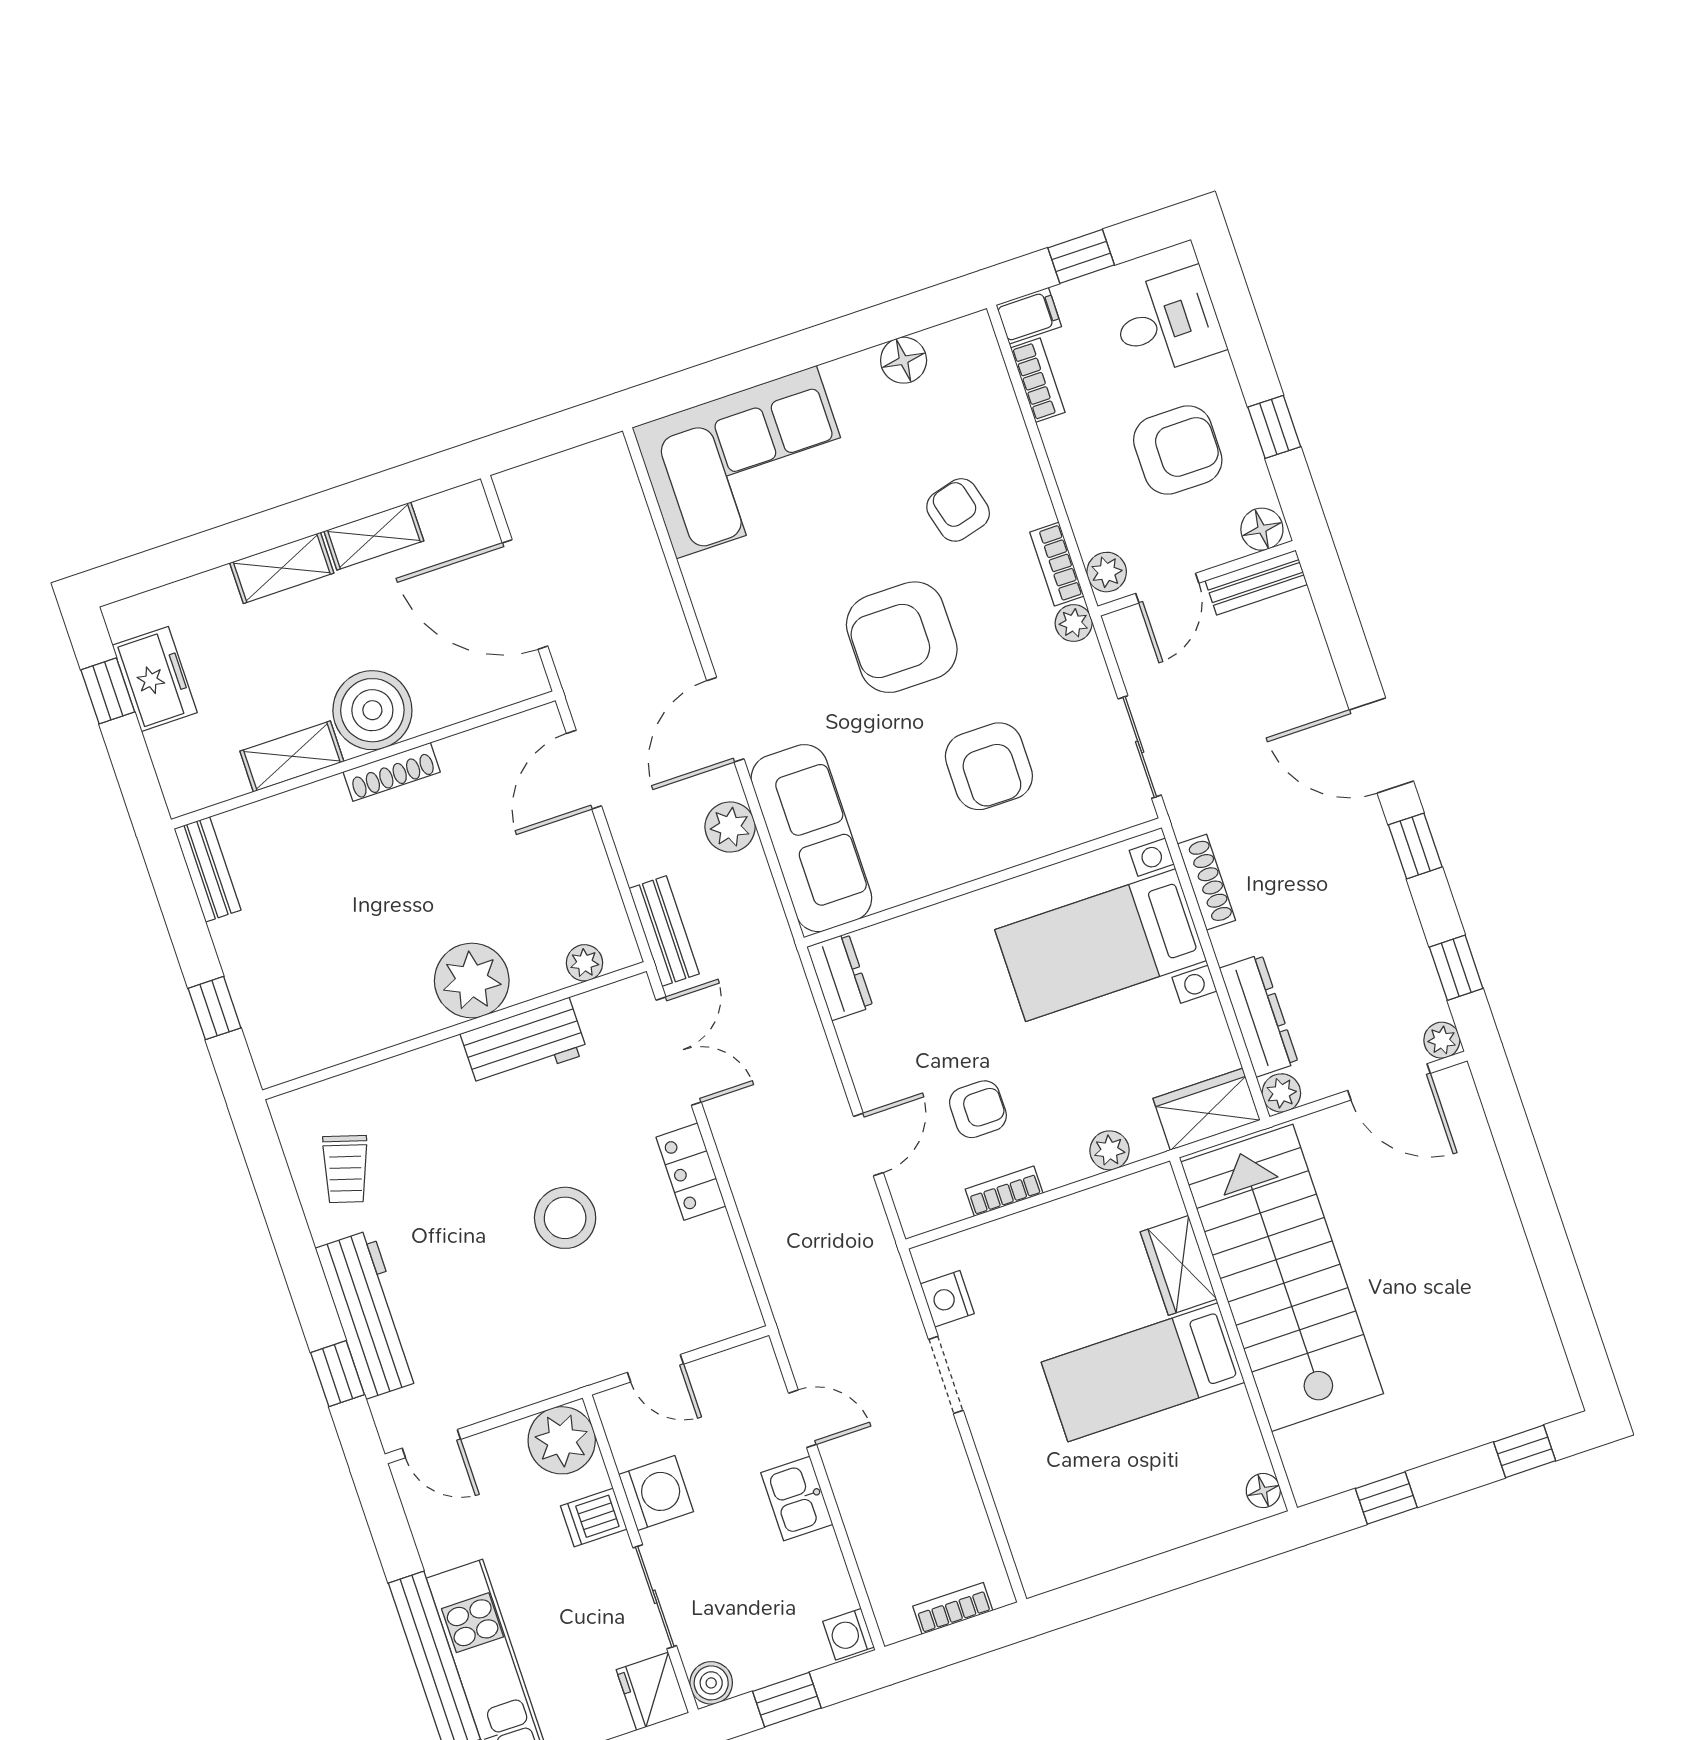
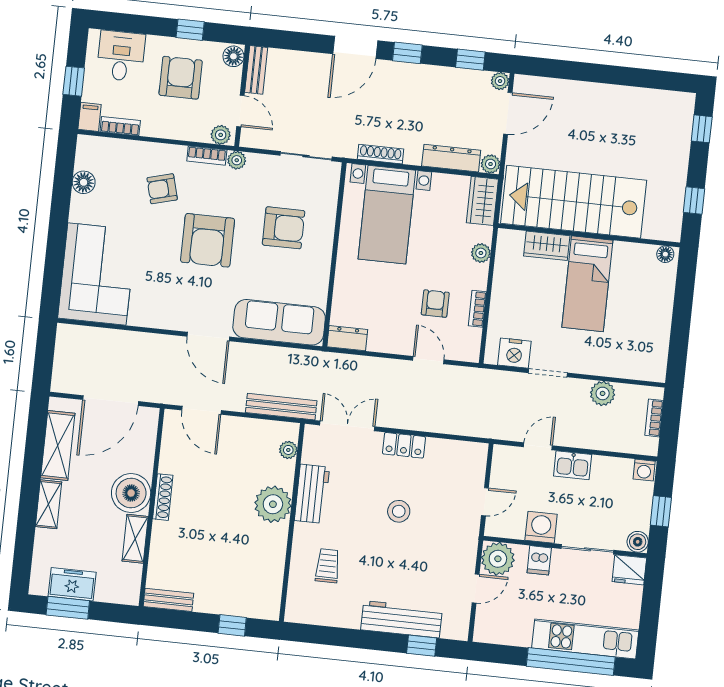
shelving: (374, 536) -> (58, 446), width x1.50, depth x1.33
window: (108, 691) -> (68, 608), width x1.50
plant: (730, 827) -> (603, 393), moved
bench: (664, 931) -> (281, 407), width x1.36
trolley: (345, 1169) -> (328, 566), moved, turned -107
stool: (565, 1218) -> (399, 511), width x0.73, depth x0.73
nightstand: (947, 1299) -> (514, 353), width x1.36, depth x1.33
door: (431, 1444) -> (476, 589), moved

